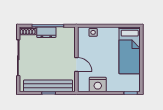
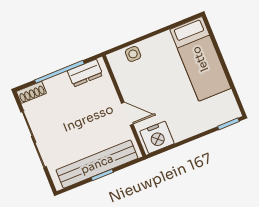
dresser: (46, 32) -> (85, 73), moved
nightstand: (98, 84) -> (157, 137), moved

